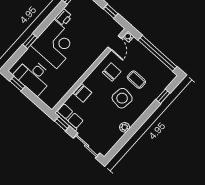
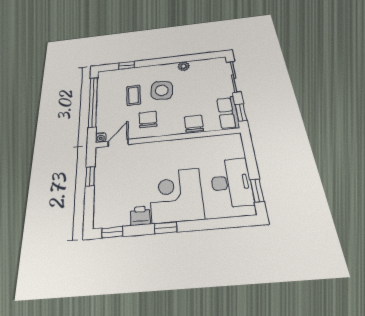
window: (30, 41) -> (166, 228), moved
chair: (112, 72) -> (148, 119), turned 90

